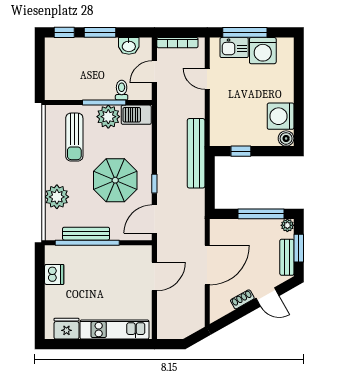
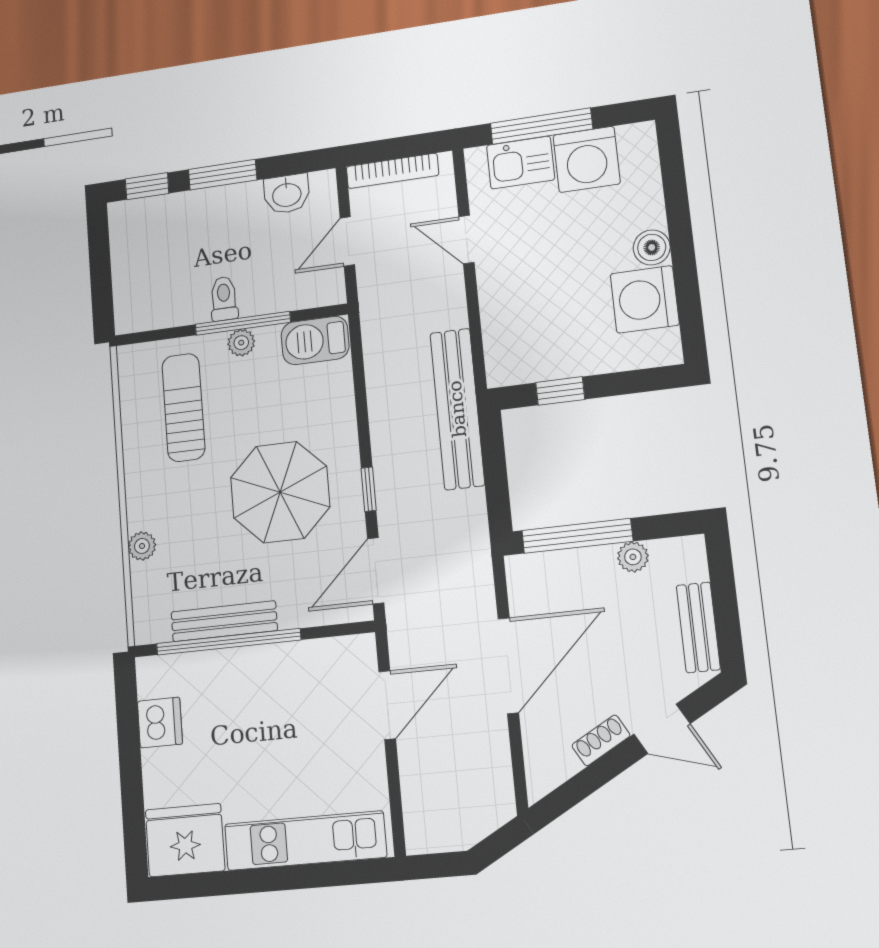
toilet: (122, 90) -> (224, 299), moved
plant: (108, 117) -> (241, 343), width x0.53, depth x0.53
sun lounger: (74, 137) -> (183, 407), turned 180
boiler: (286, 138) -> (652, 247), moved
plant: (57, 197) -> (142, 546), width x0.53, depth x0.53
window: (261, 214) -> (577, 536), moved
plant: (287, 225) -> (633, 557), moved
window: (299, 248) -> (725, 602), removed
fridge: (66, 329) -> (185, 840), width x1.36, depth x1.34

